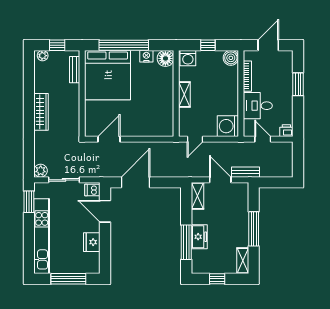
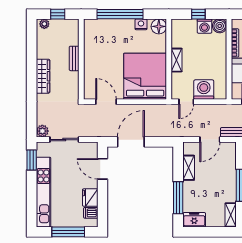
washing machine: (188, 58) -> (204, 26), moved
bench: (75, 70) -> (74, 58), moved
bed: (108, 75) -> (145, 76), moved, turned 180
washing machine: (228, 126) -> (204, 90), moved, turned 90
door: (109, 139) -> (106, 102), hinge flipped
door: (220, 180) -> (210, 140), swing flipped
dishwasher: (92, 190) -> (91, 213), moved
shelving: (197, 196) -> (189, 168), moved
freezer: (199, 237) -> (194, 220), moved, turned -90
window: (217, 279) -> (207, 232), removed

